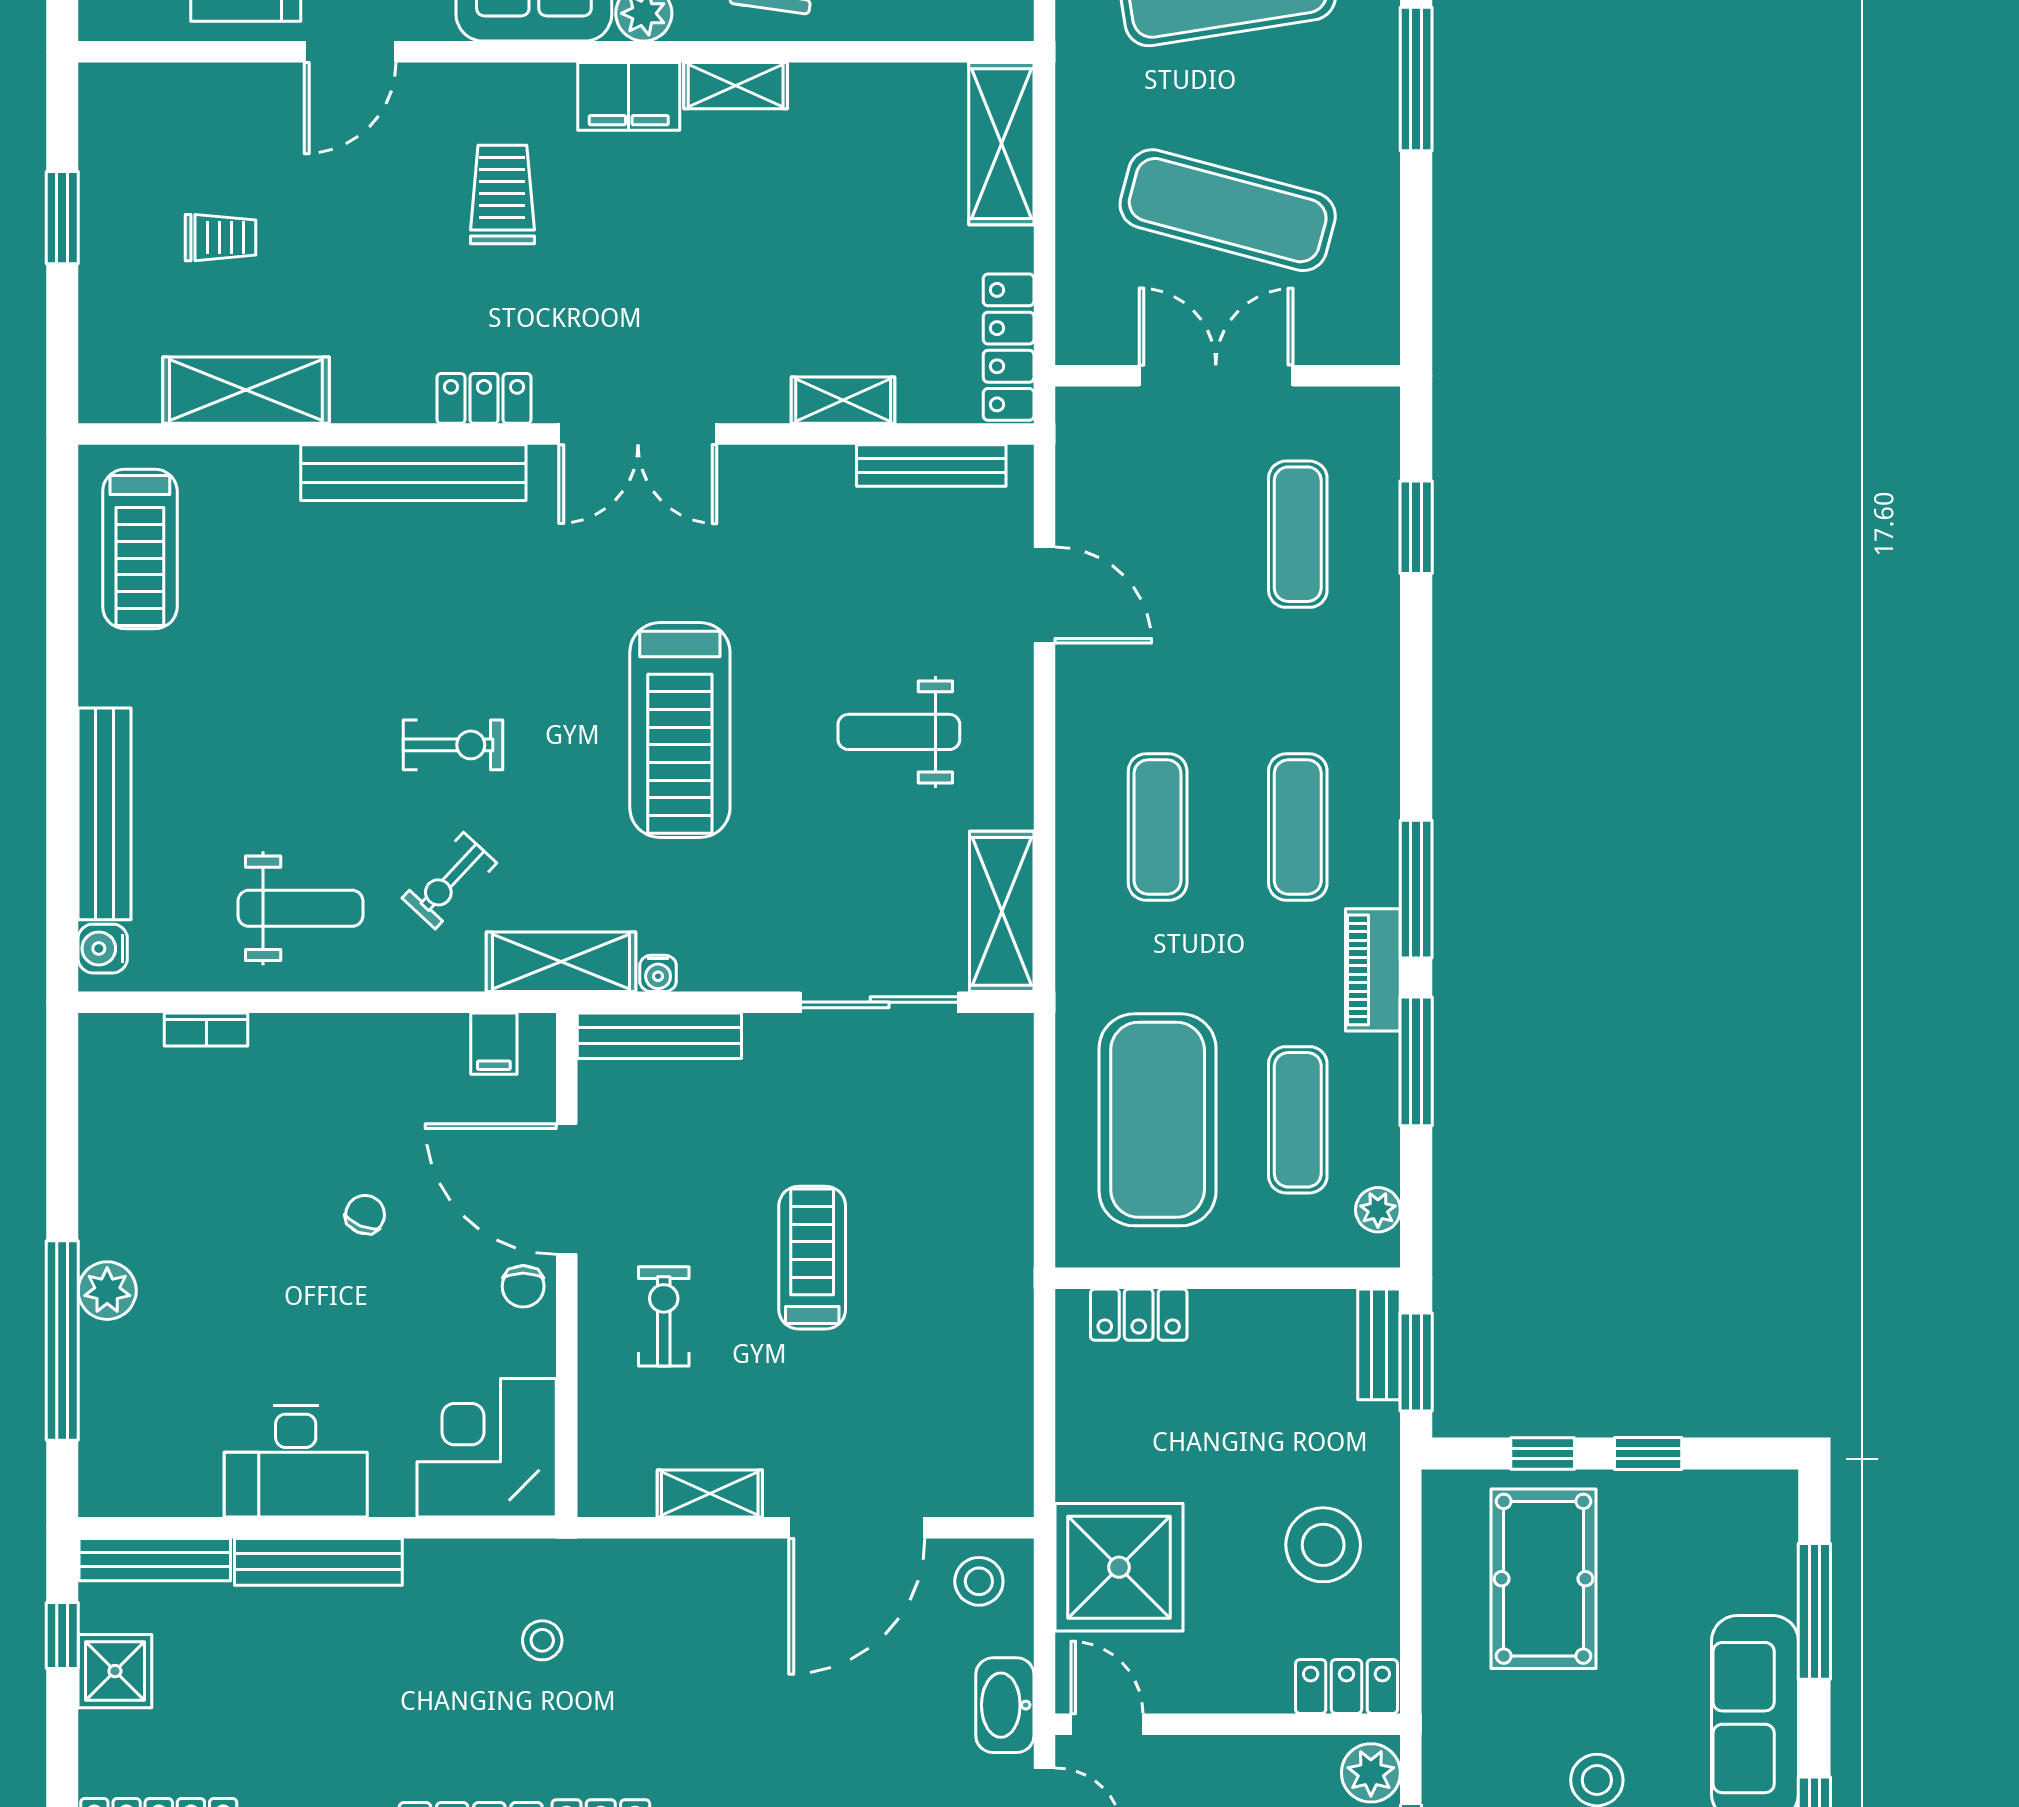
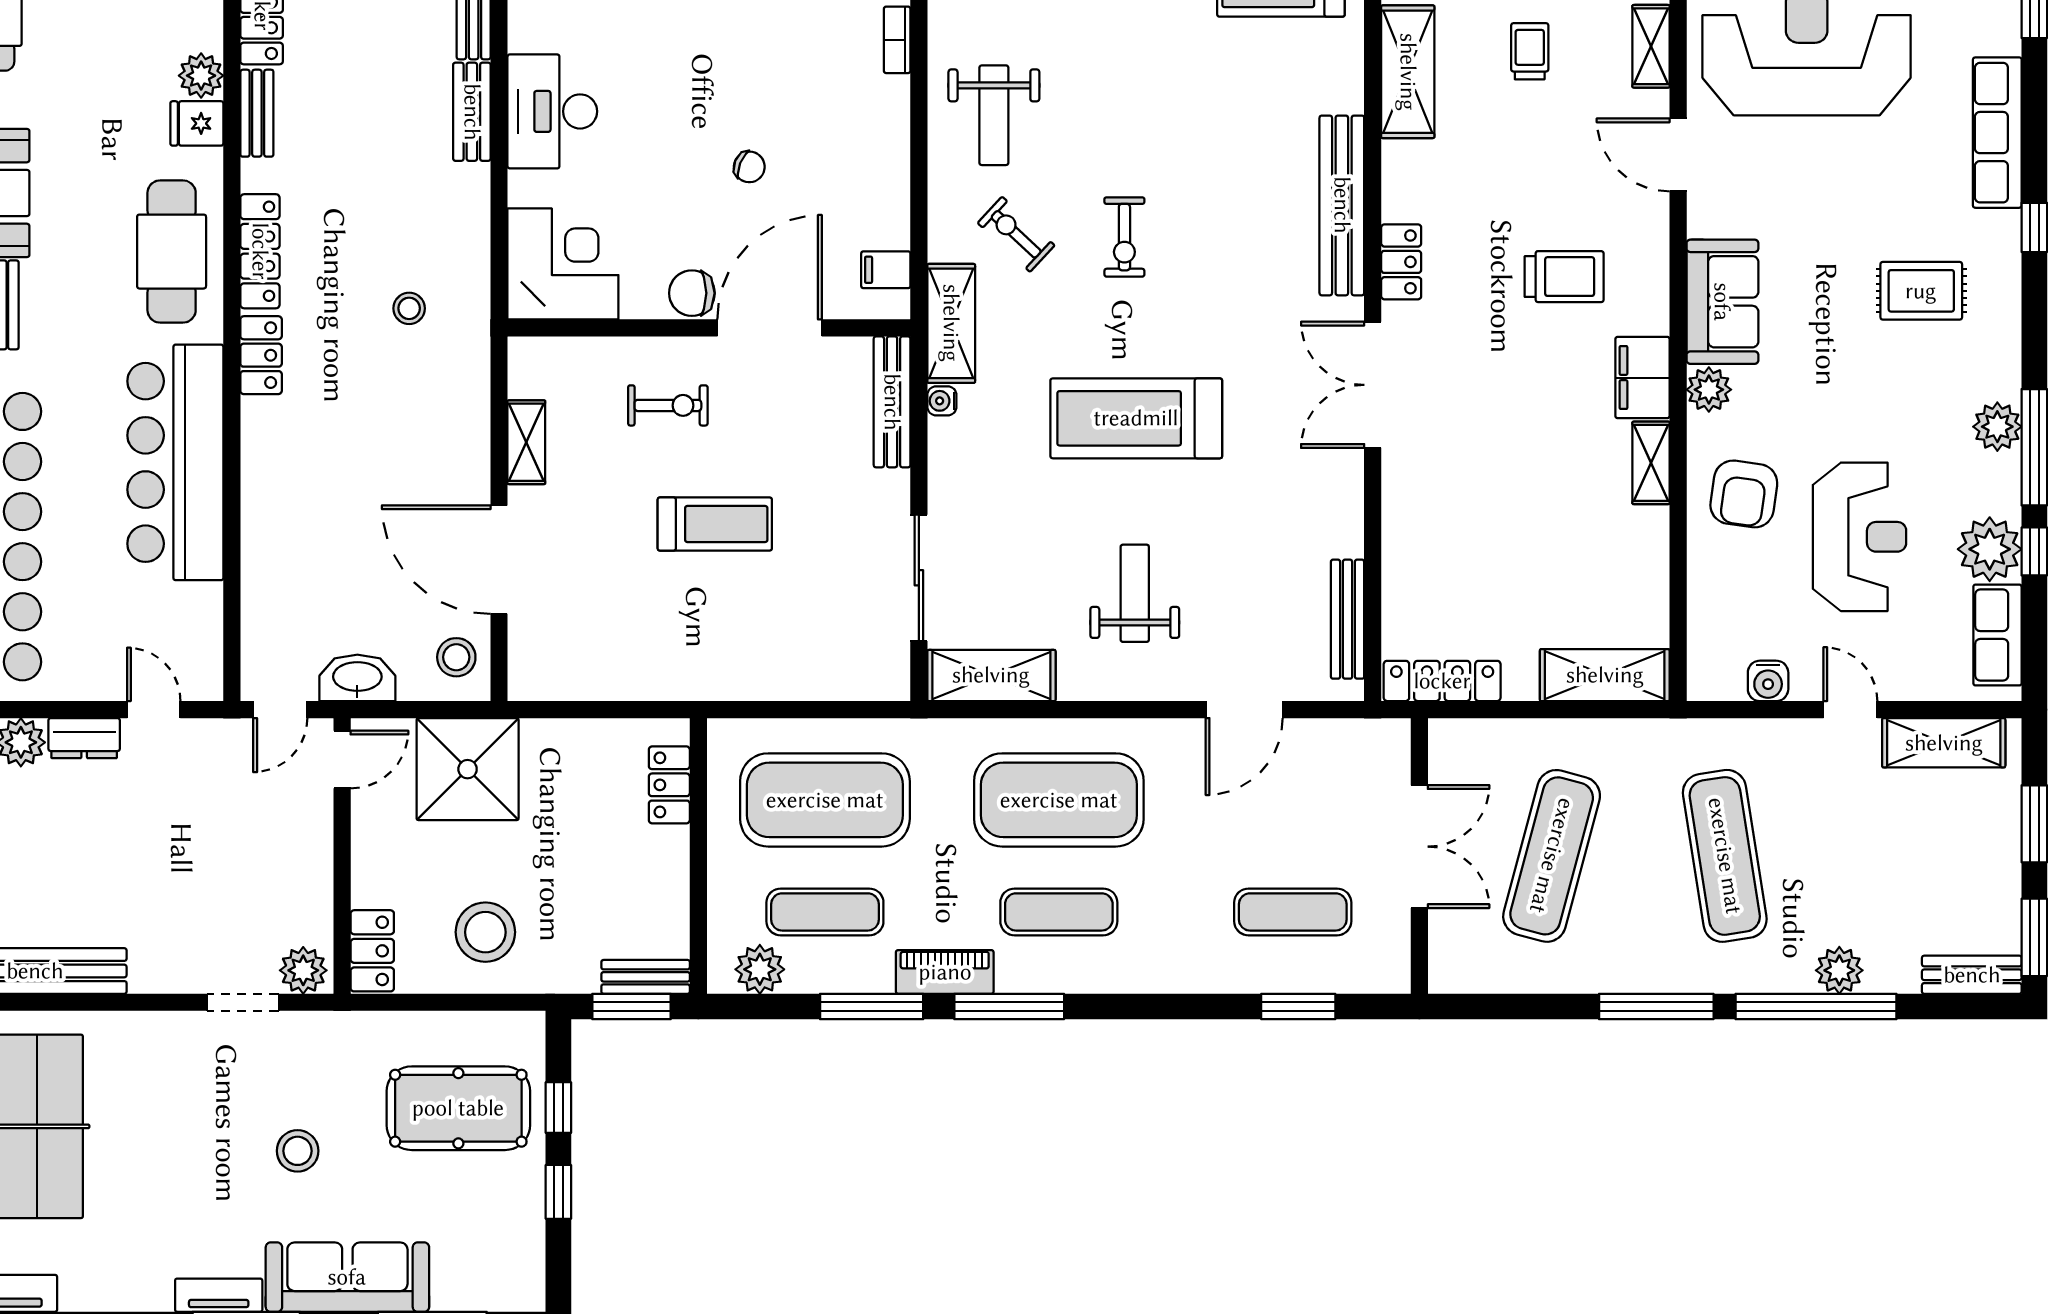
trolley: (220, 238) -> (1530, 51), turned 180
shelving: (843, 400) -> (1651, 46), moved
exercise mat: (1158, 827) -> (1059, 800), width x2.00, depth x1.45
plant: (1378, 1210) -> (760, 969), width x1.38, depth x1.38
chair: (523, 1286) -> (692, 293), width x1.37, depth x1.37
bench: (318, 1562) -> (472, 112), width x0.73

